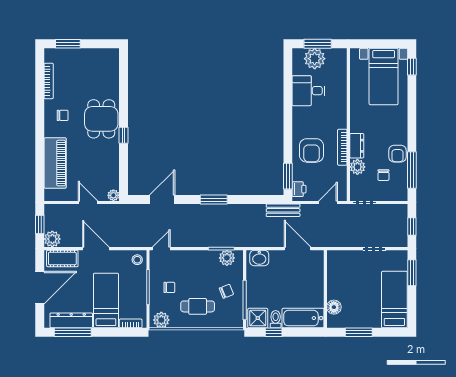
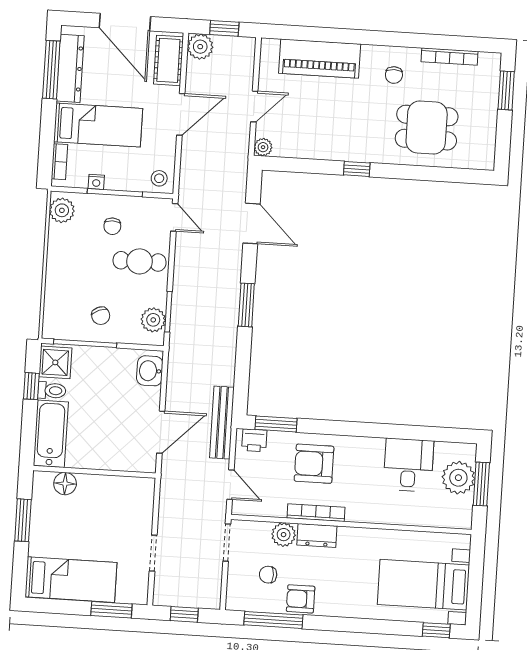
dining table: (101, 119) -> (427, 128), moved
bench: (283, 210) -> (222, 423), width x1.36
nightstand: (142, 299) -> (96, 182), added
cafe table: (198, 306) -> (140, 261), moved, turned 90

